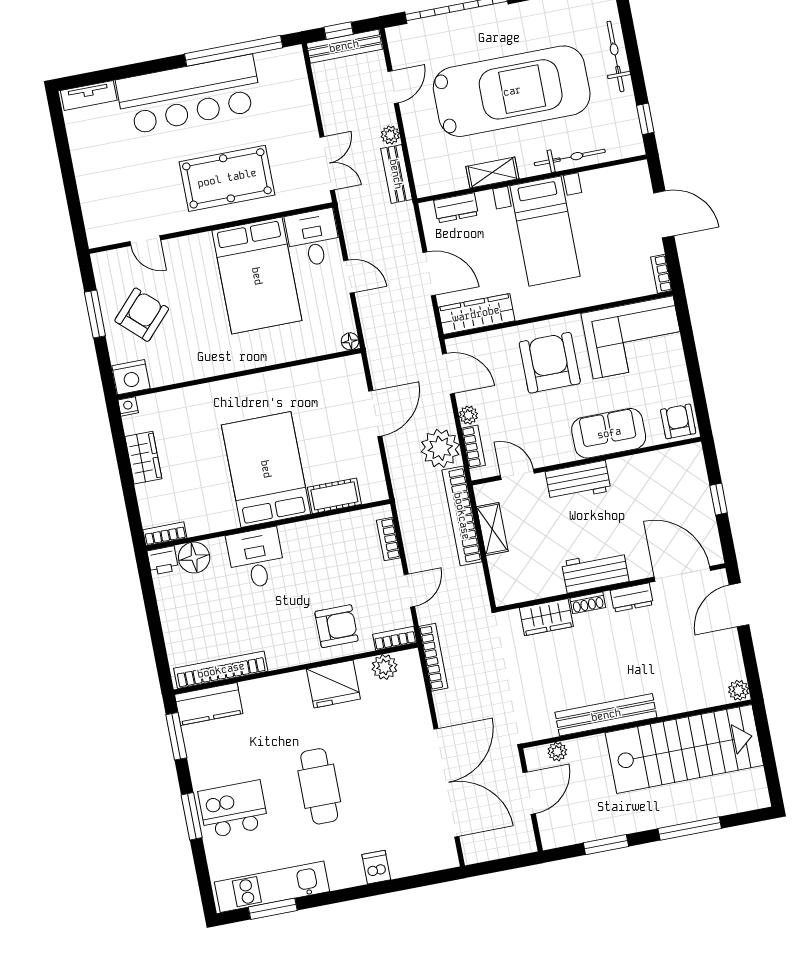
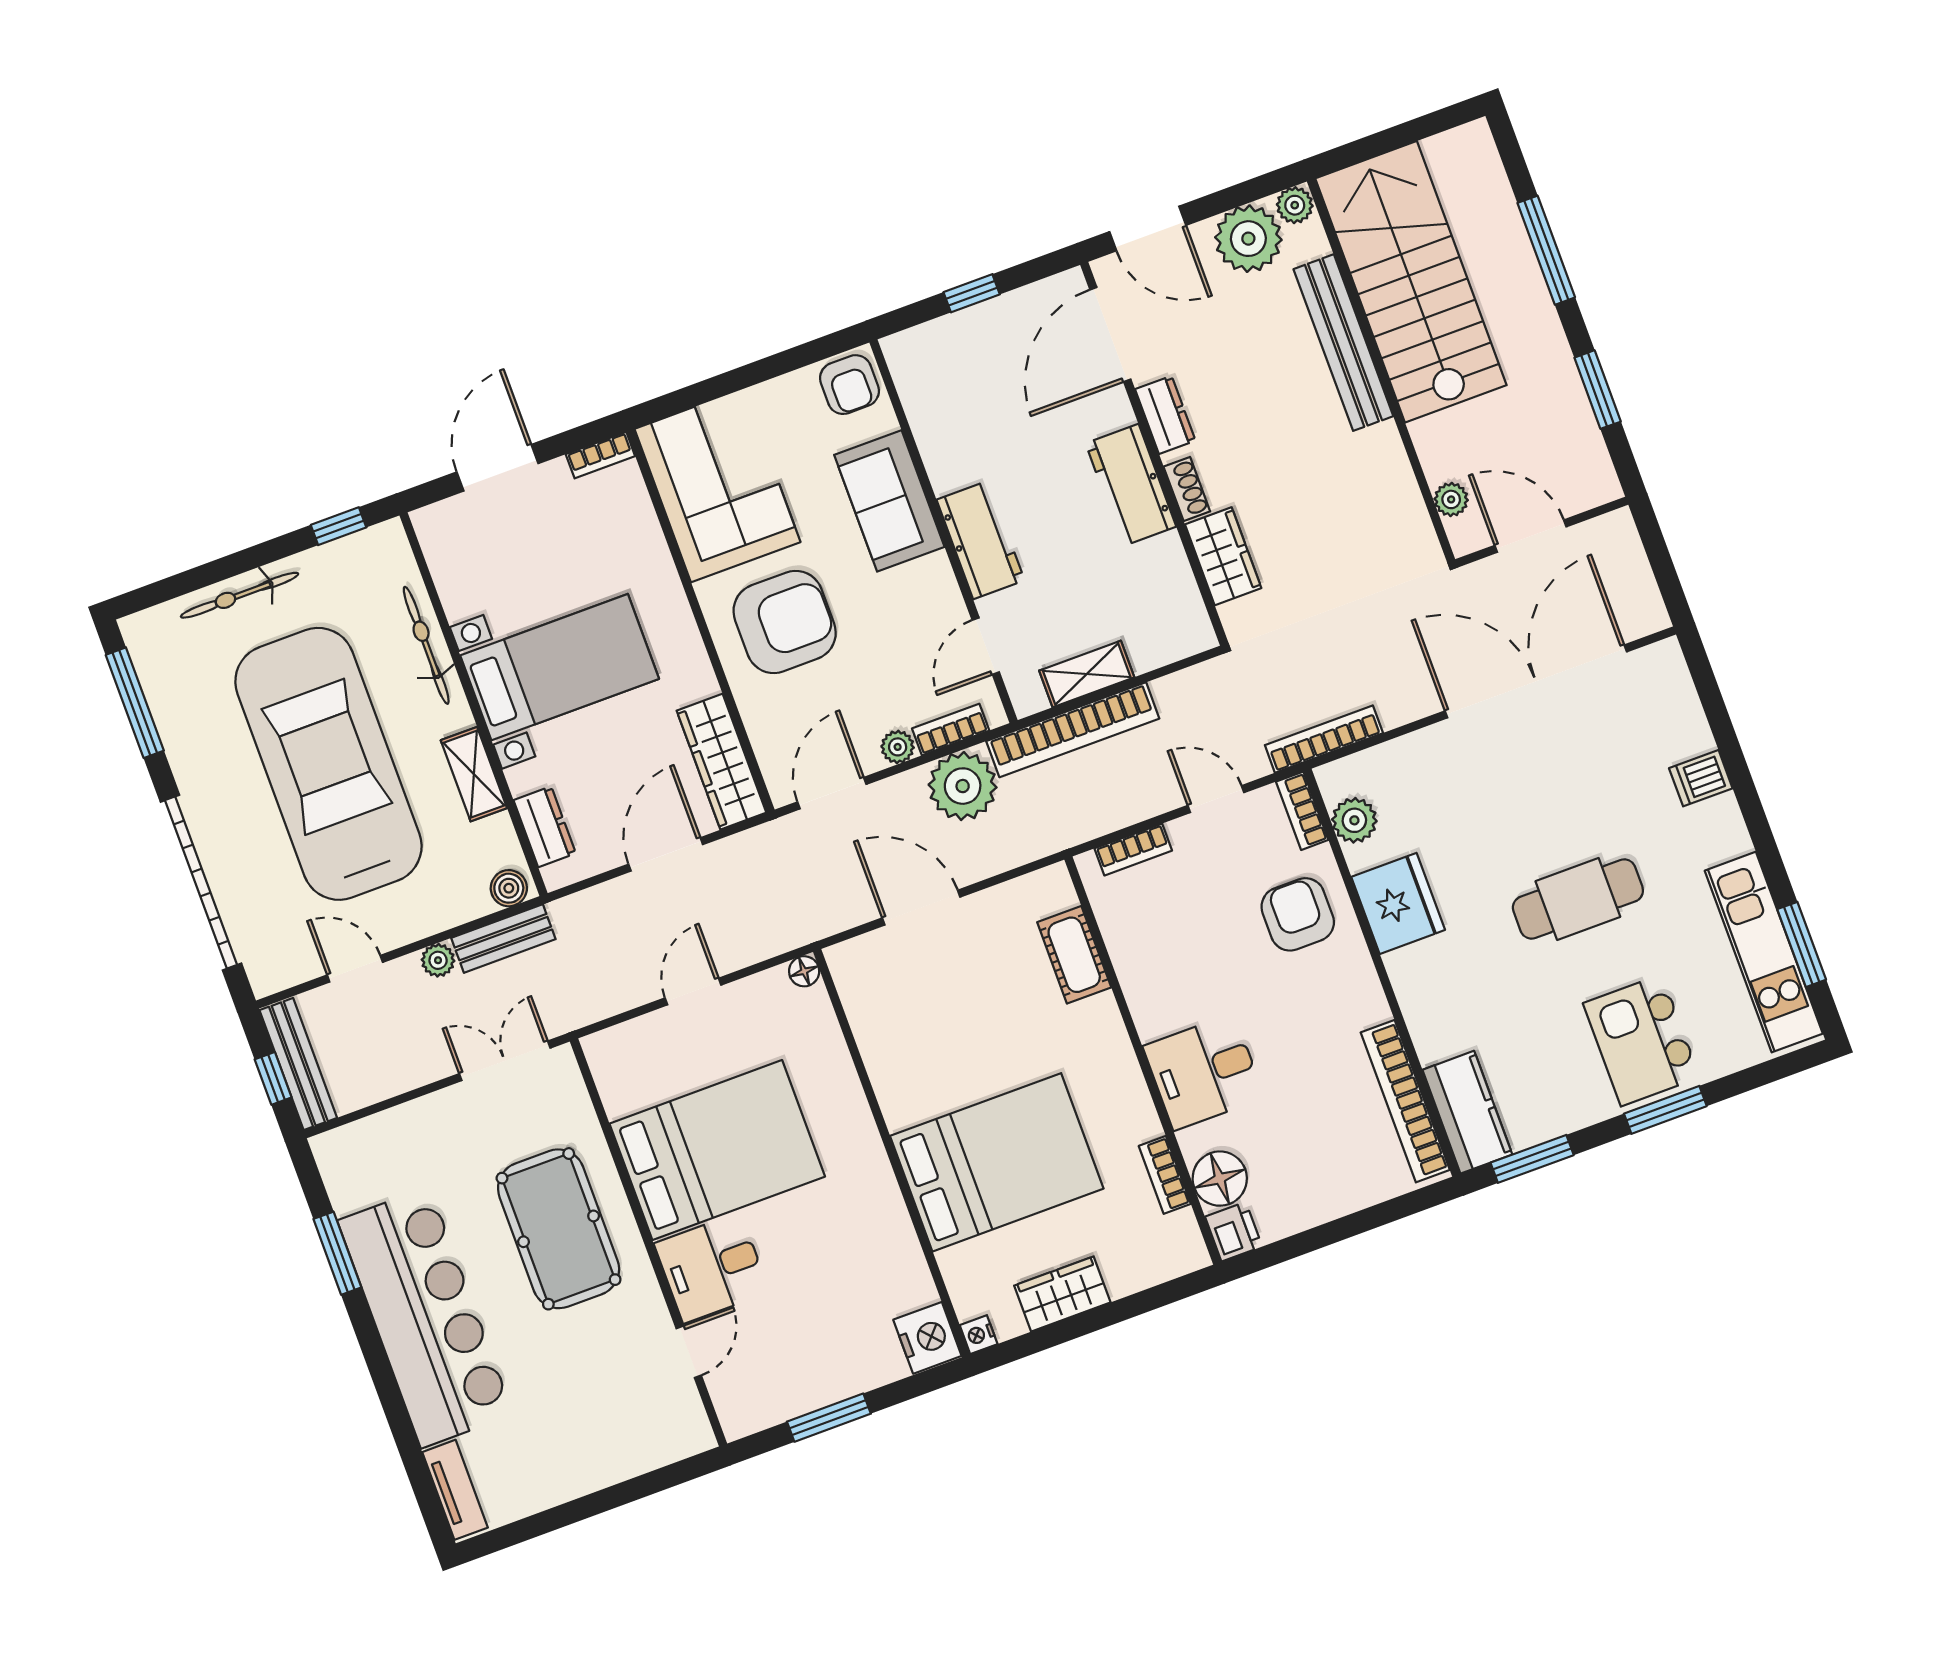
window: (234, 51) -> (337, 1253), width x0.47
boiler: (425, 182) -> (509, 888), added
desk: (313, 238) -> (712, 1268), moved
armchair: (142, 315) -> (817, 1337), removed
armchair: (550, 363) -> (785, 622), turned 180
armchair: (678, 421) -> (849, 385), turned -90
bed: (266, 469) -> (997, 1162), moved, turned 180
bookcase: (165, 534) -> (1165, 1175), moved
plant: (724, 661) -> (1248, 239), added
bench: (606, 715) -> (1343, 343), moved

